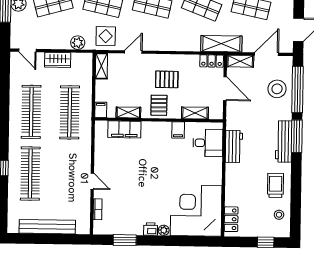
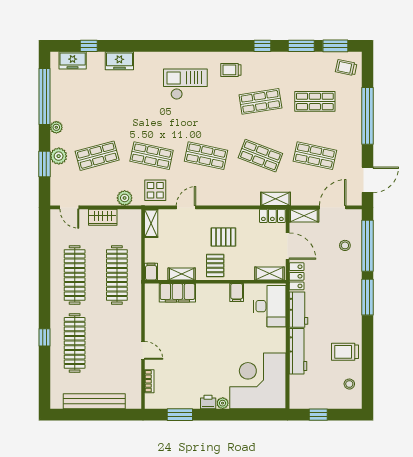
shelving: (221, 44) -> (275, 199), width x0.67, depth x0.75
stool: (277, 89) -> (345, 245), width x0.53, depth x0.53
shelving: (195, 113) -> (269, 273), moved
workbench: (284, 141) -> (298, 351), moved, turned 180
desk: (208, 143) -> (270, 306), width x1.37
trolley: (275, 185) -> (345, 352), turned -90
locker: (231, 219) -> (297, 276), moved
window: (266, 242) -> (318, 415), moved

